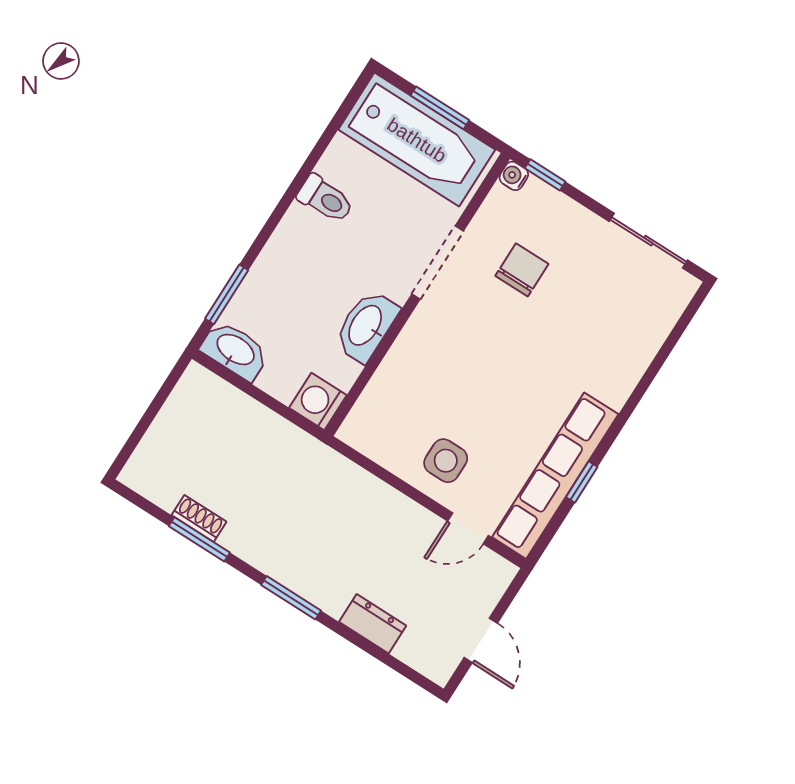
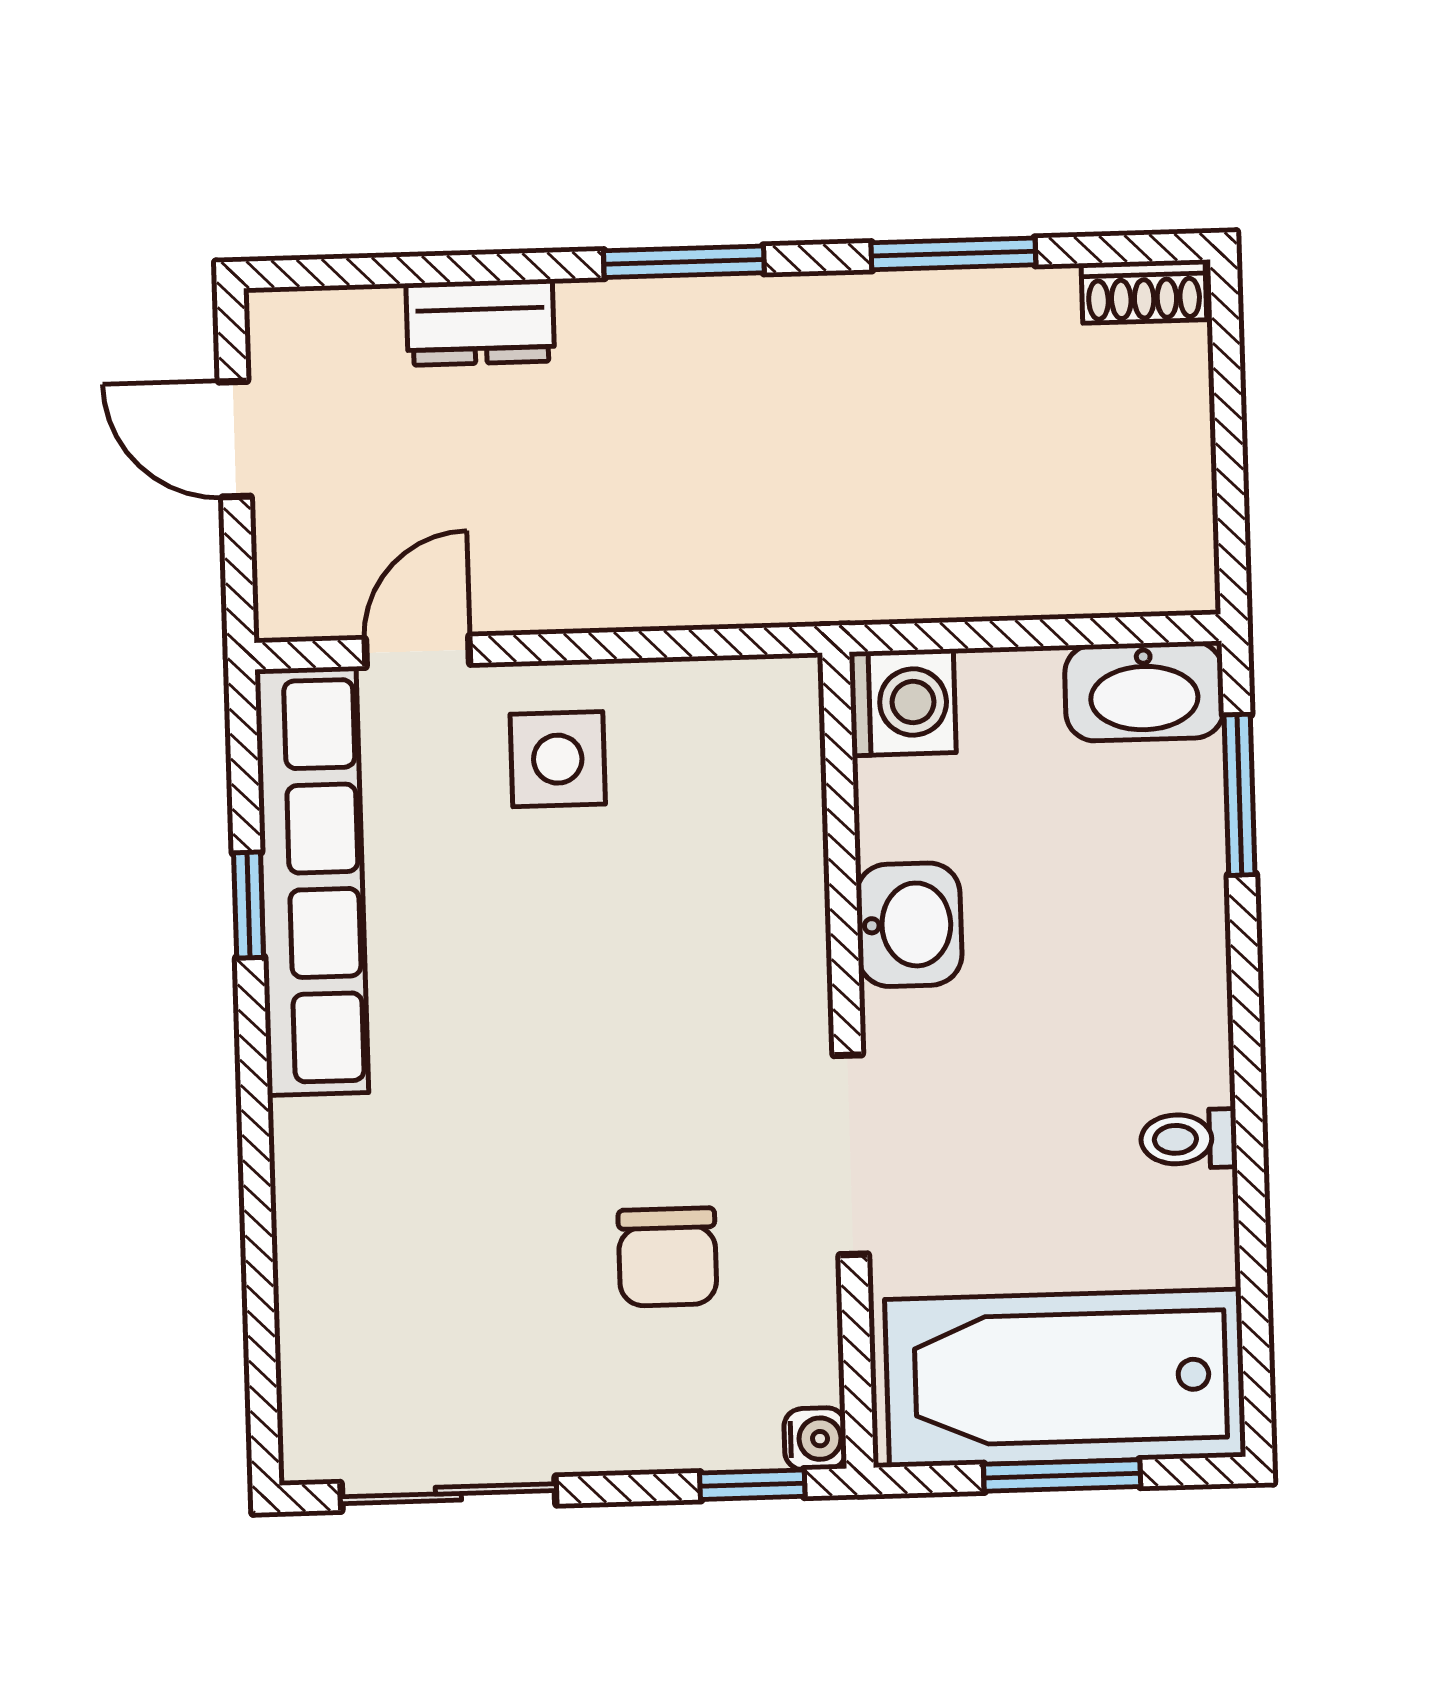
toilet: (325, 199) -> (1189, 1139), width x0.73, depth x0.72
washbasin: (366, 326) -> (909, 925), width x0.72
shoe rack: (199, 518) -> (1144, 292), moved

